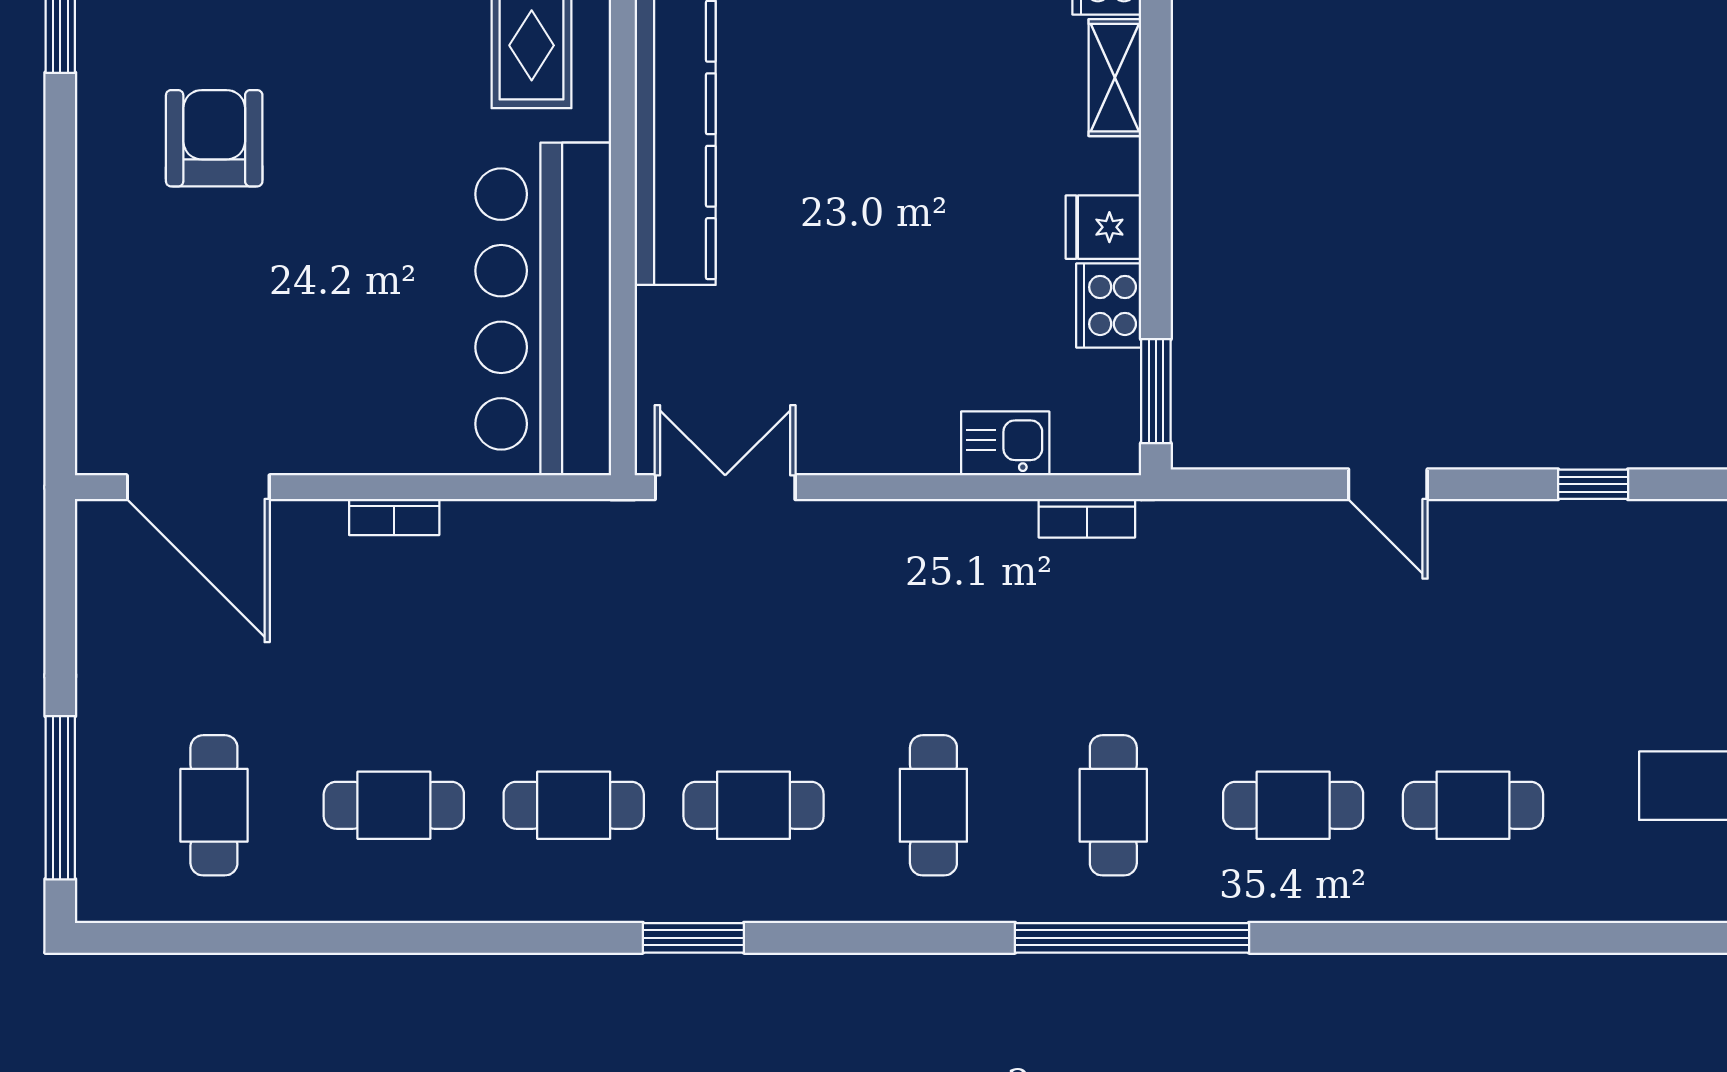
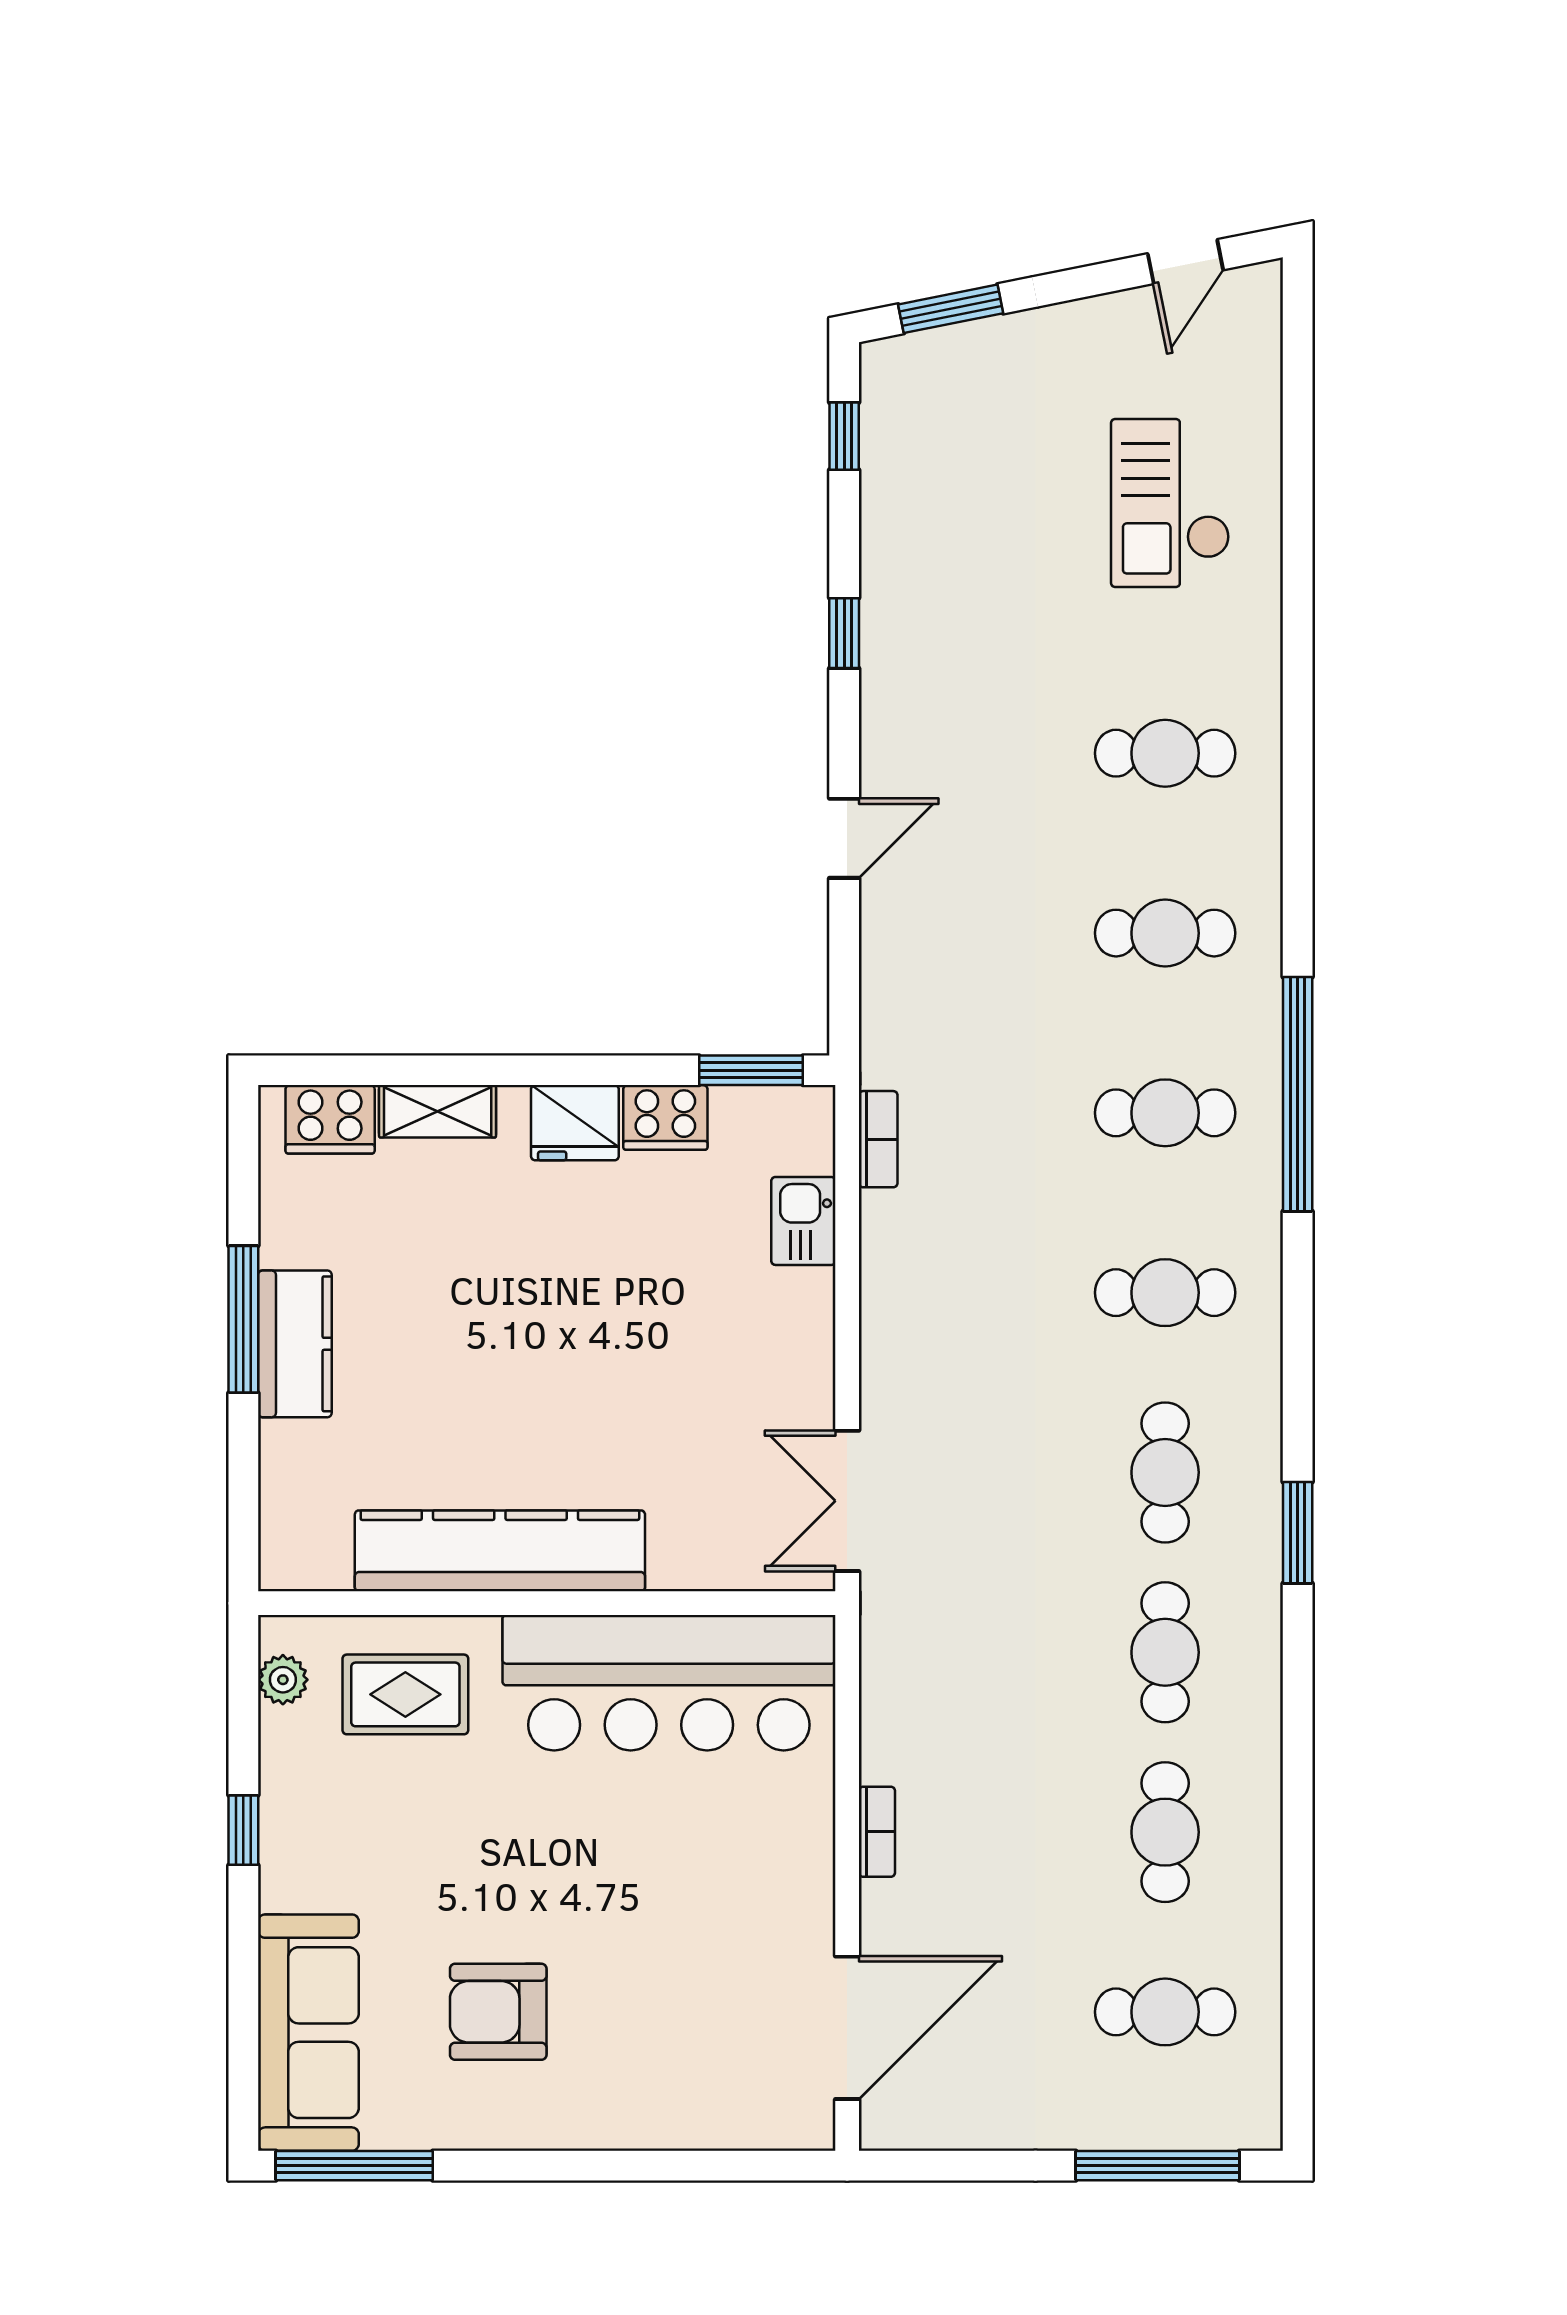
fridge: (1103, 227) -> (575, 1123), width x1.38
cafe table: (1293, 805) -> (1165, 933), turned 90
cafe table: (1473, 805) -> (1165, 753), turned 90

